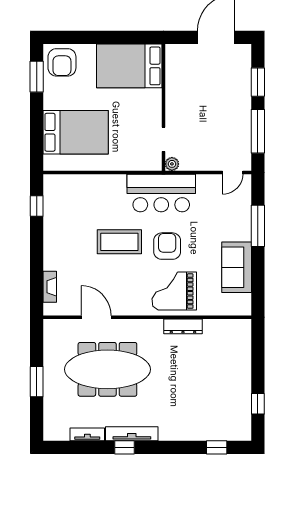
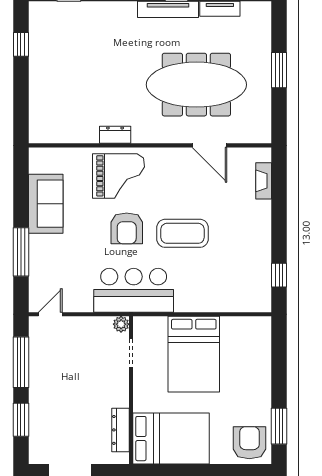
dresser: (172, 73) -> (121, 430), added
bed: (76, 132) -> (194, 354), moved, turned -90
dresser: (183, 326) -> (115, 135), width x0.70

